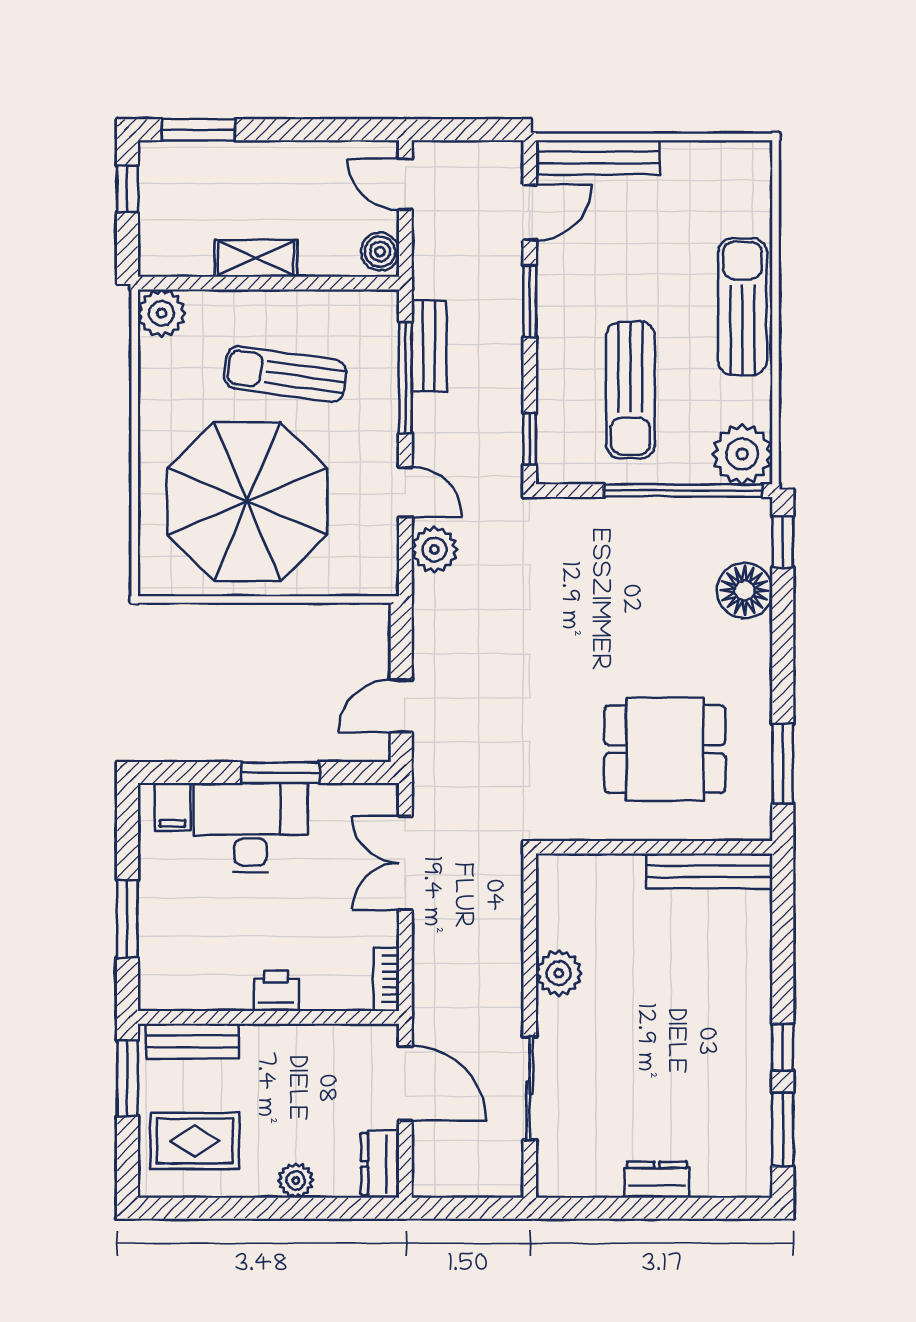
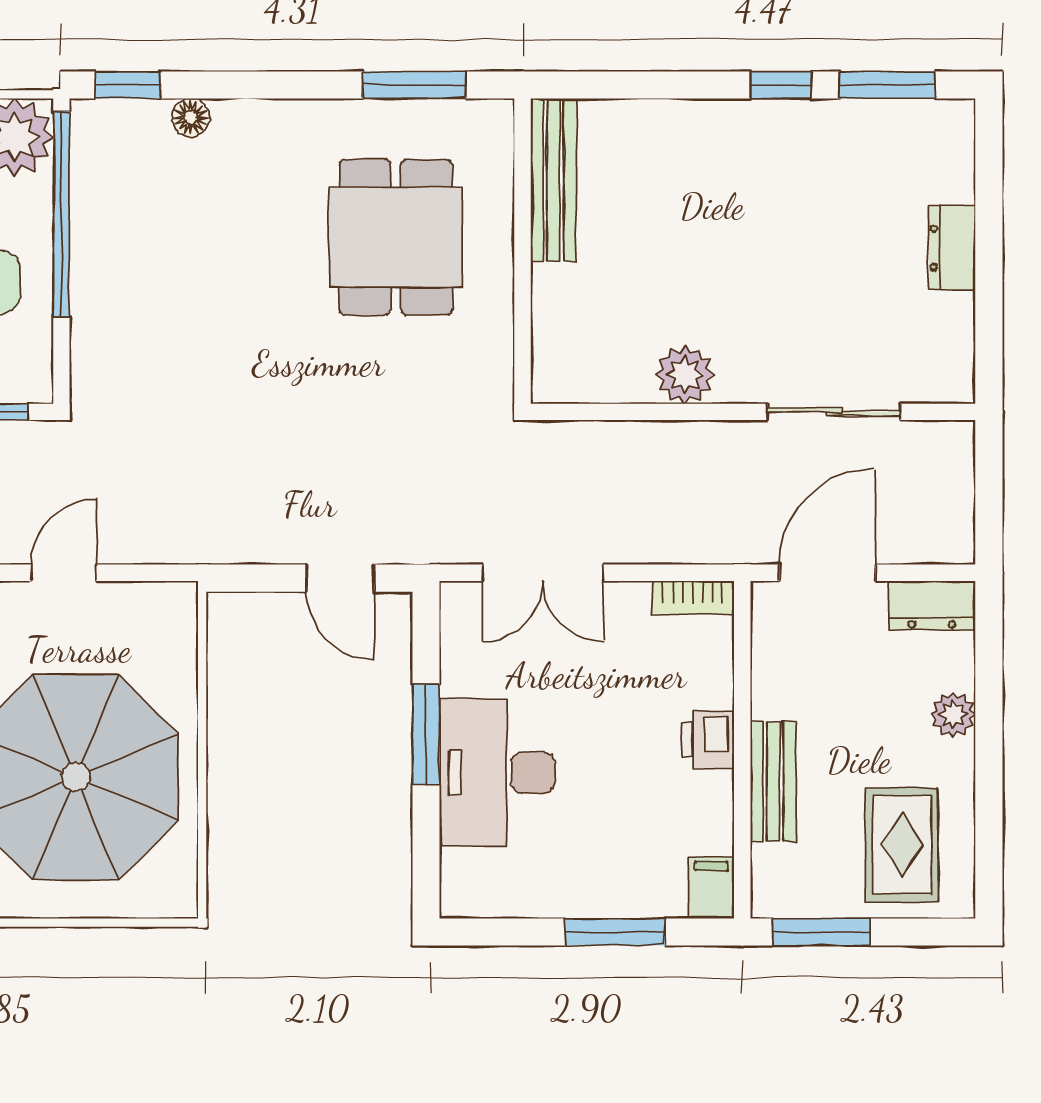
plant: (434, 549) -> (138, 535), removed
floor lamp: (745, 590) -> (191, 117), width x0.53, depth x0.53
filing cabinet: (172, 807) -> (711, 888), moved, turned -90
bench: (192, 1041) -> (773, 782), moved

